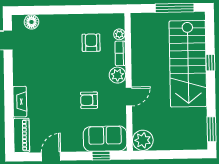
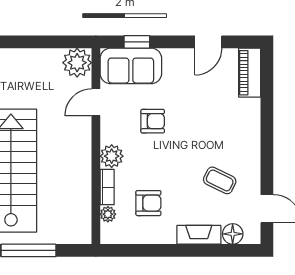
armchair: (91, 43) -> (148, 203), turned -90
coffee table: (41, 59) -> (220, 180), added
door: (129, 96) -> (96, 102), moved
fireplace: (20, 102) -> (199, 235), moved, turned 90

